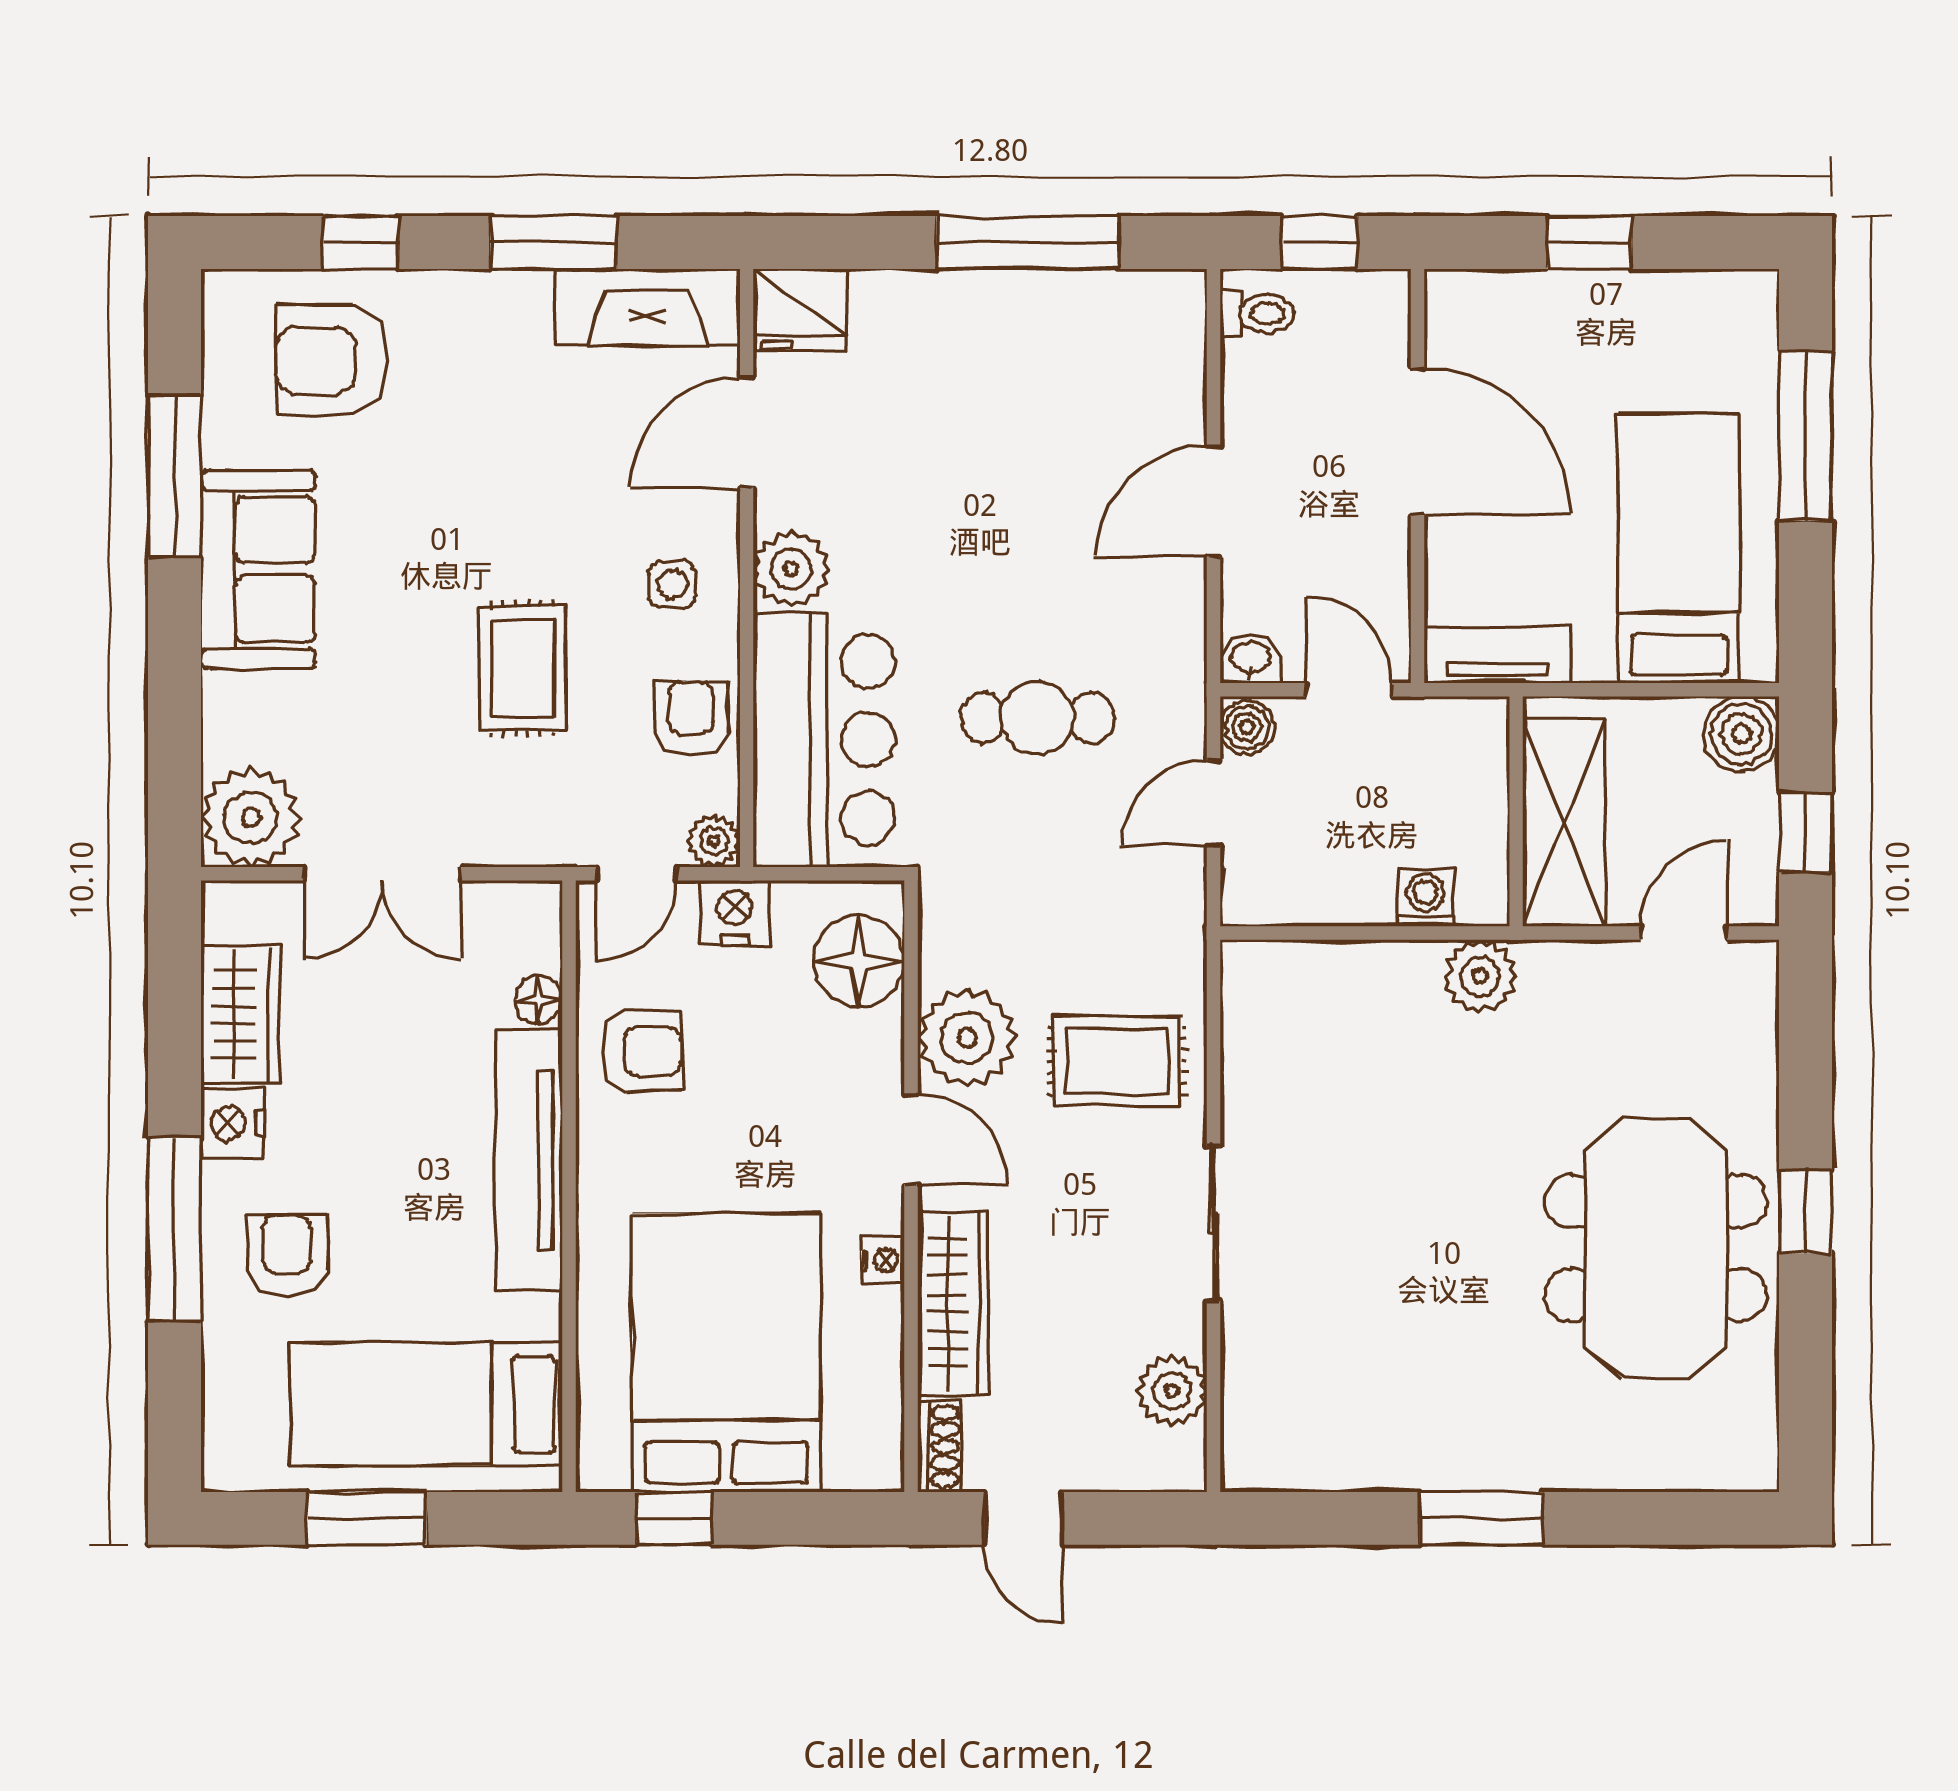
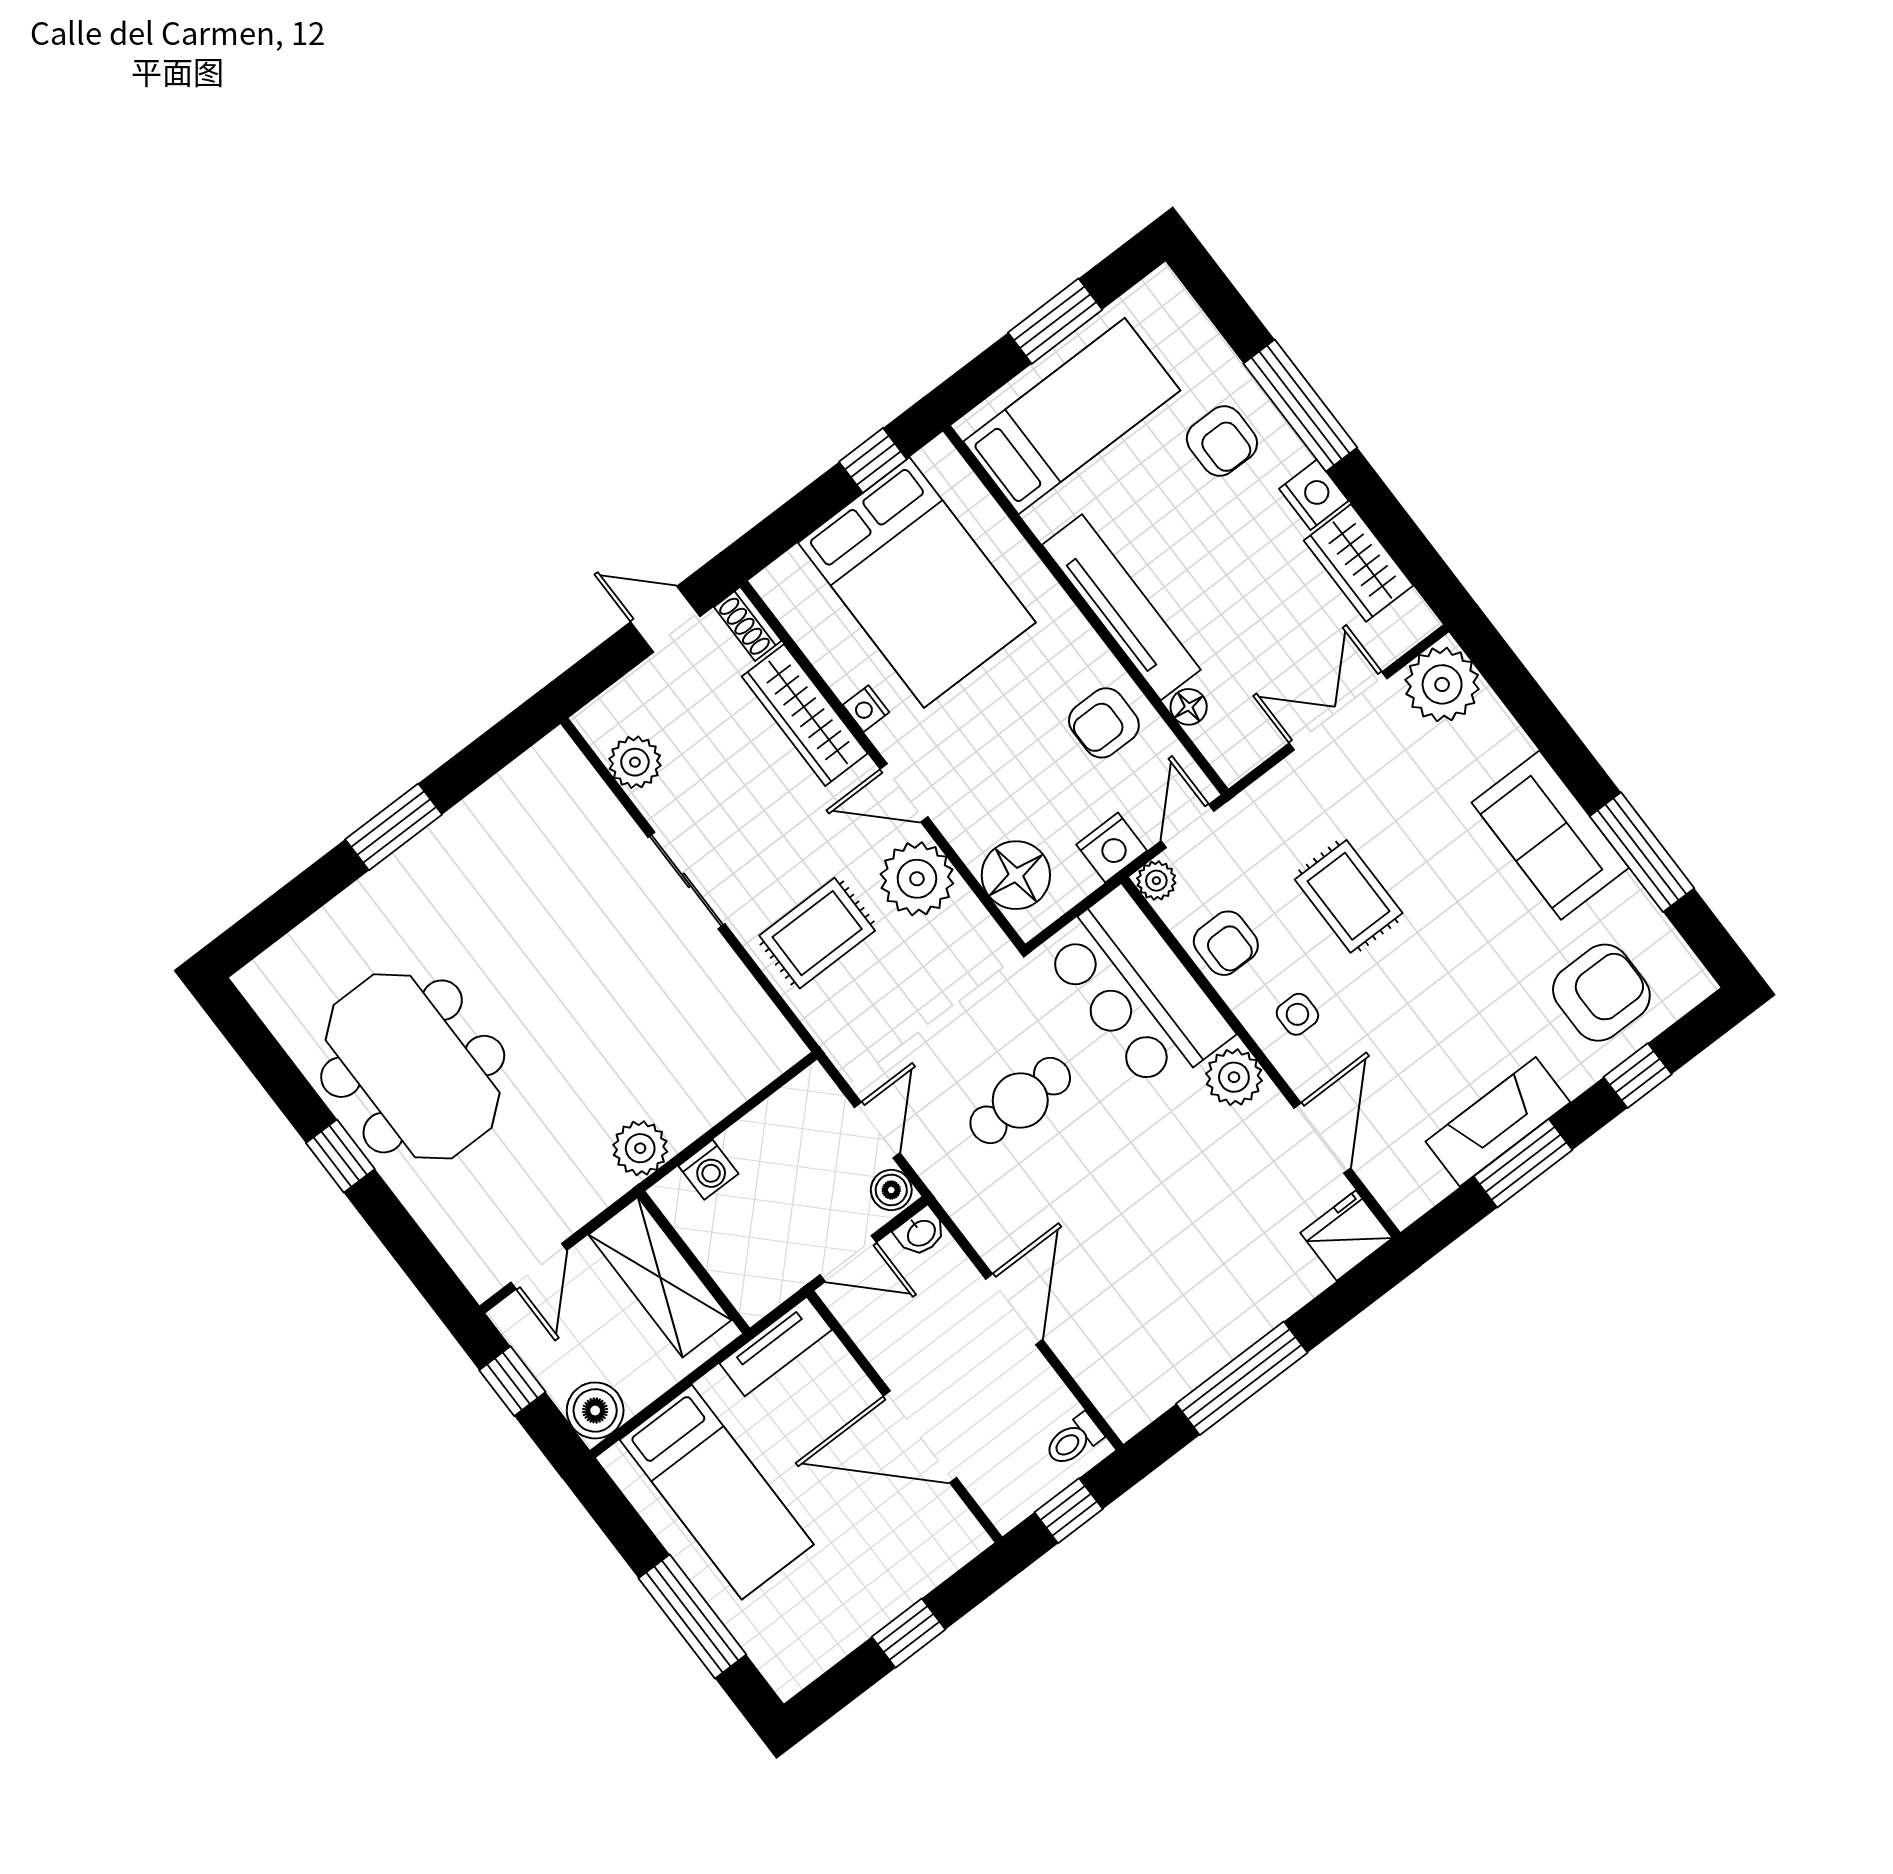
fireplace: (647, 307) -> (1498, 1122), moved

